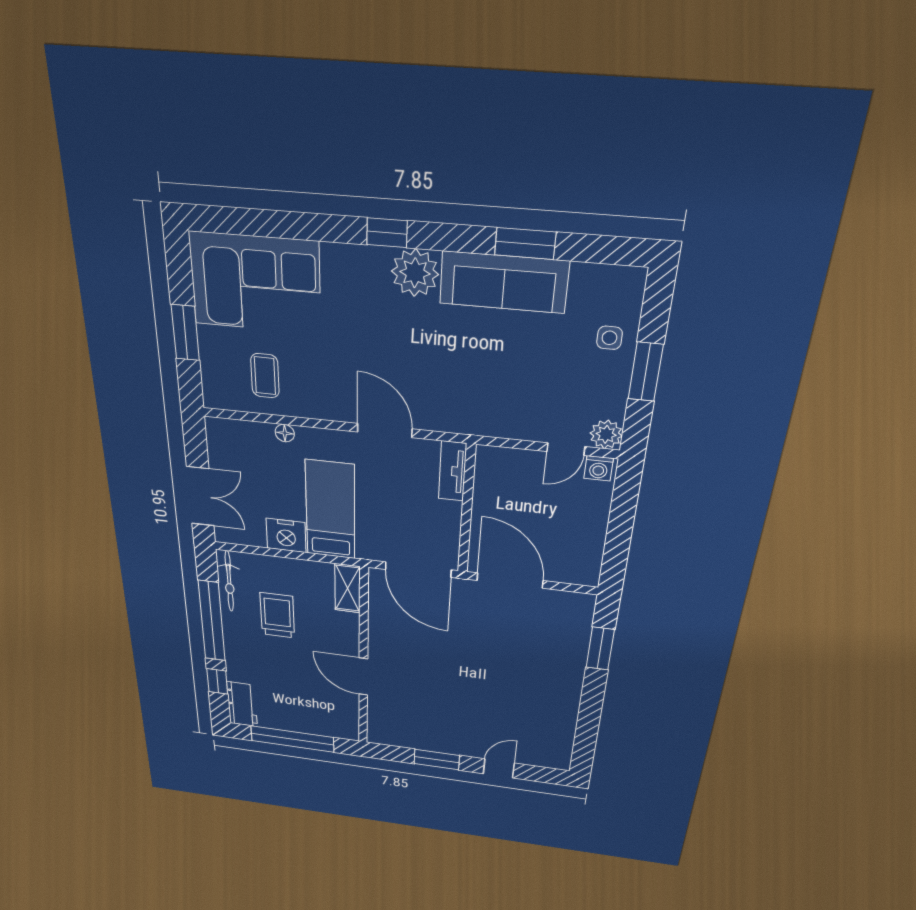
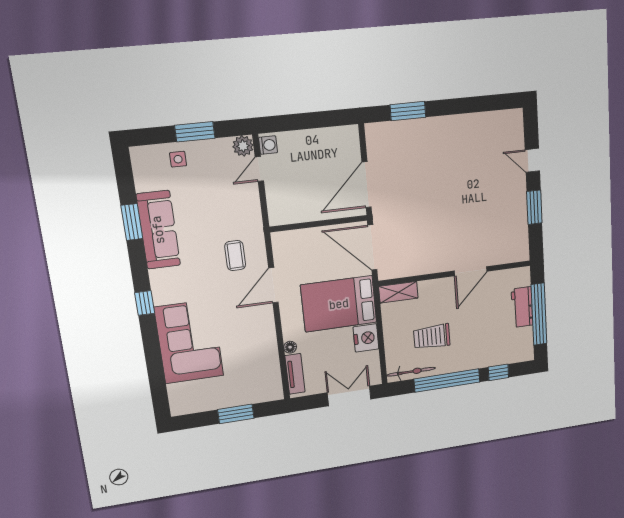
plant: (415, 273) -> (165, 283), removed
corner sofa: (255, 283) -> (189, 342), moved
coffee table: (265, 376) -> (235, 256), moved, turned 90
door: (566, 449) -> (259, 169), swing flipped
tv unit: (452, 471) -> (295, 374), moved, turned -90
bed: (330, 510) -> (339, 304), width x1.50
door: (418, 570) -> (372, 247), swing flipped
workbench: (242, 704) -> (522, 307), moved, turned -90

